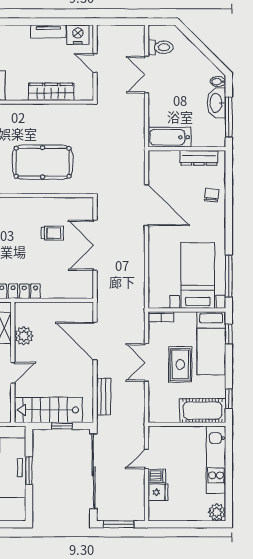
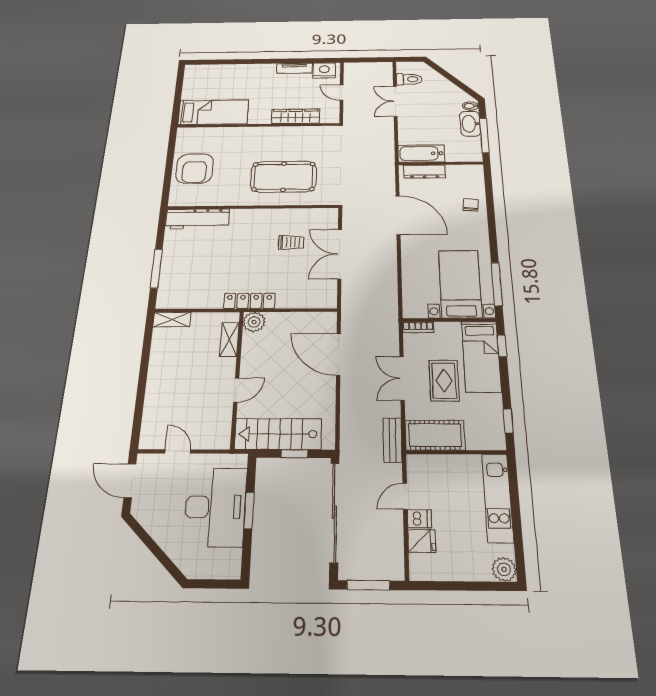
dresser: (199, 158) -> (424, 172), moved
plant: (24, 336) -> (254, 322), moved
bench: (104, 397) -> (393, 440), moved
cot: (203, 411) -> (435, 435), moved

